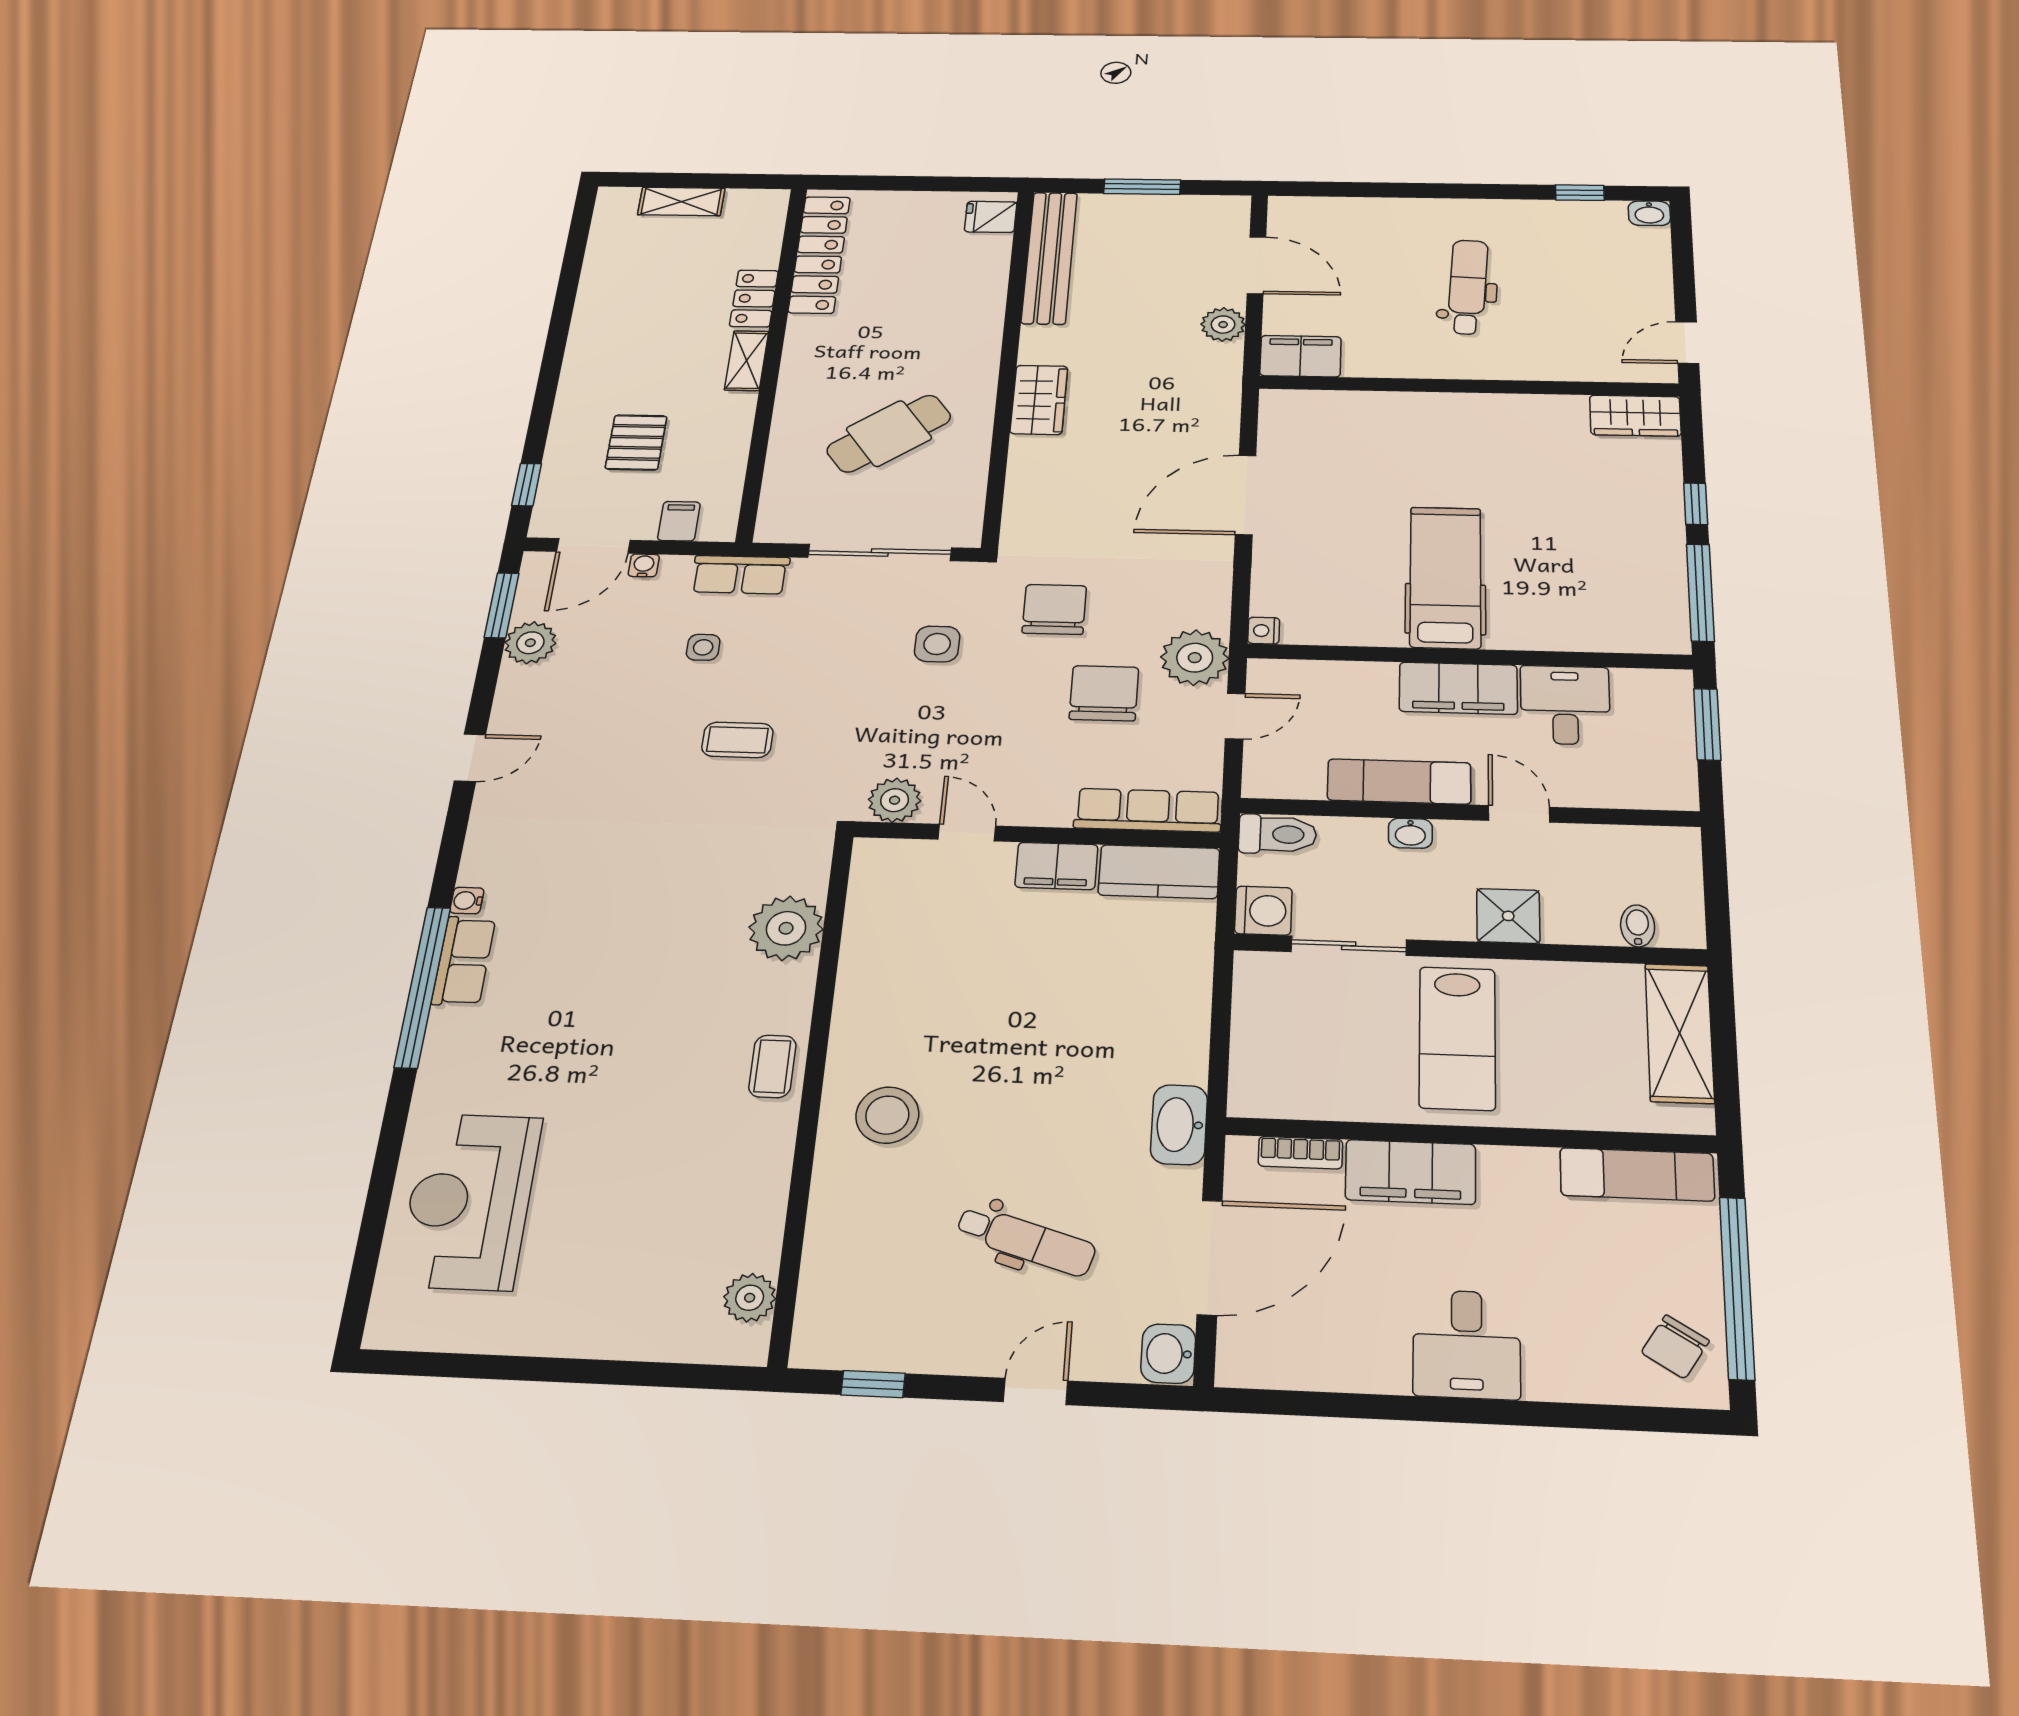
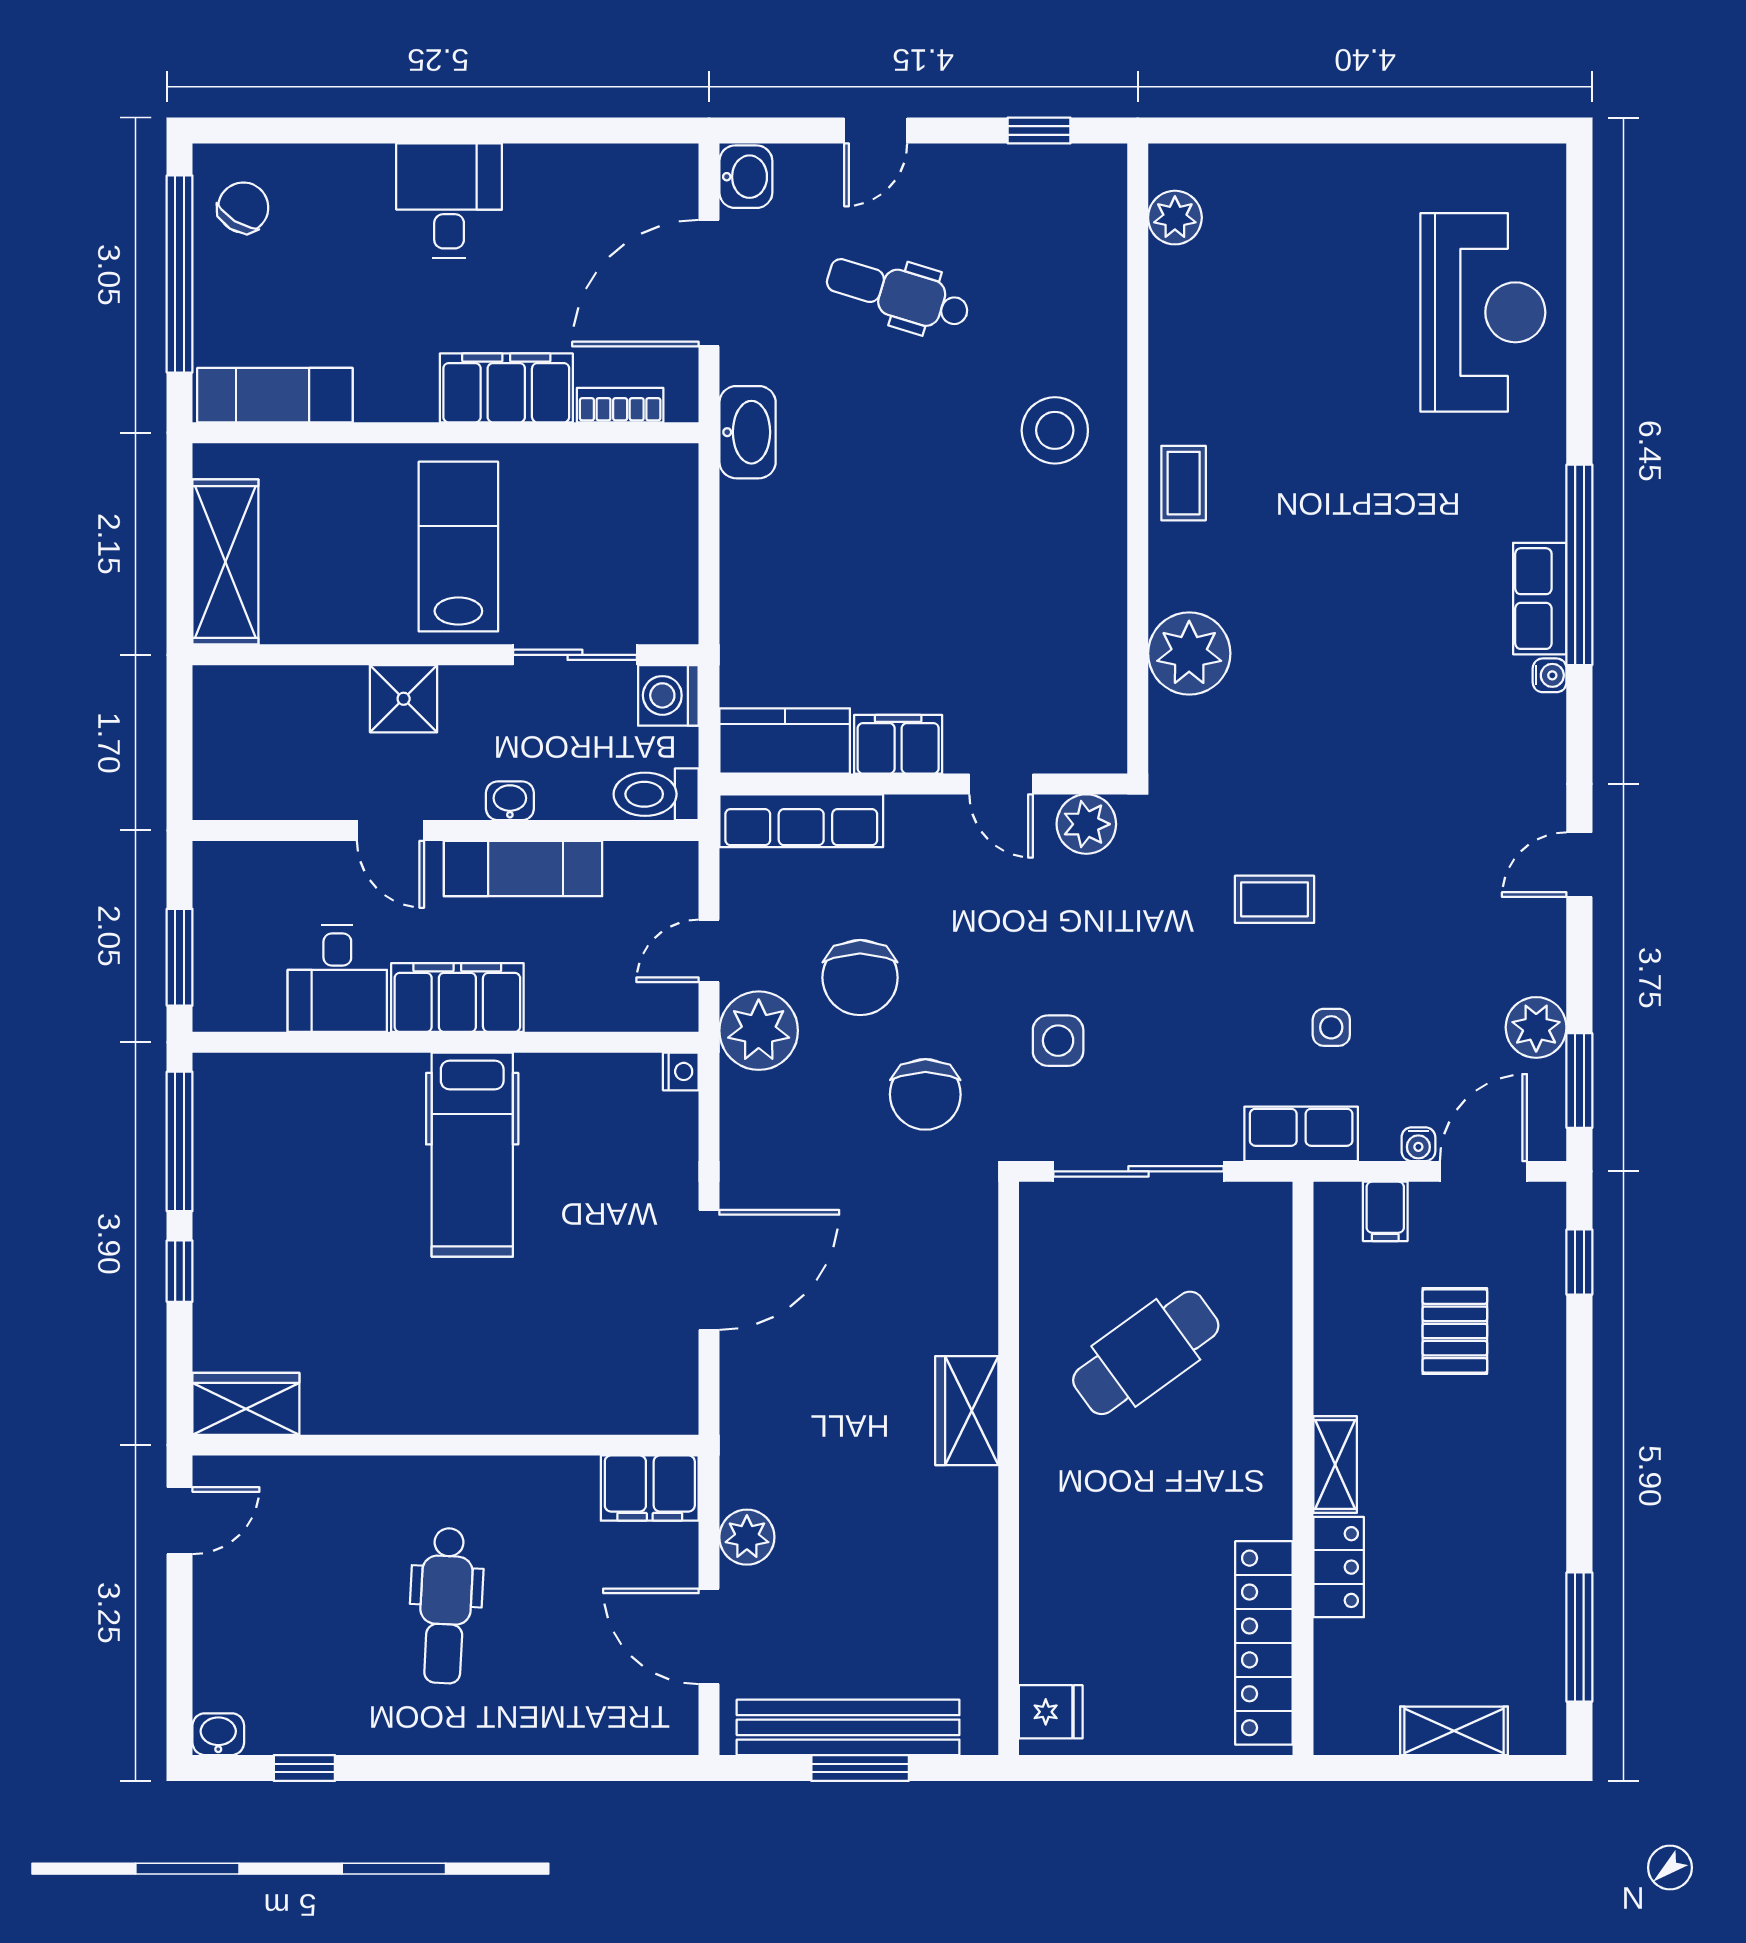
window: (574, 254) -> (1579, 1637), added
bench: (1049, 258) -> (848, 1727), moved, turned 90
bidet: (1638, 926) -> (265, 691), removed

